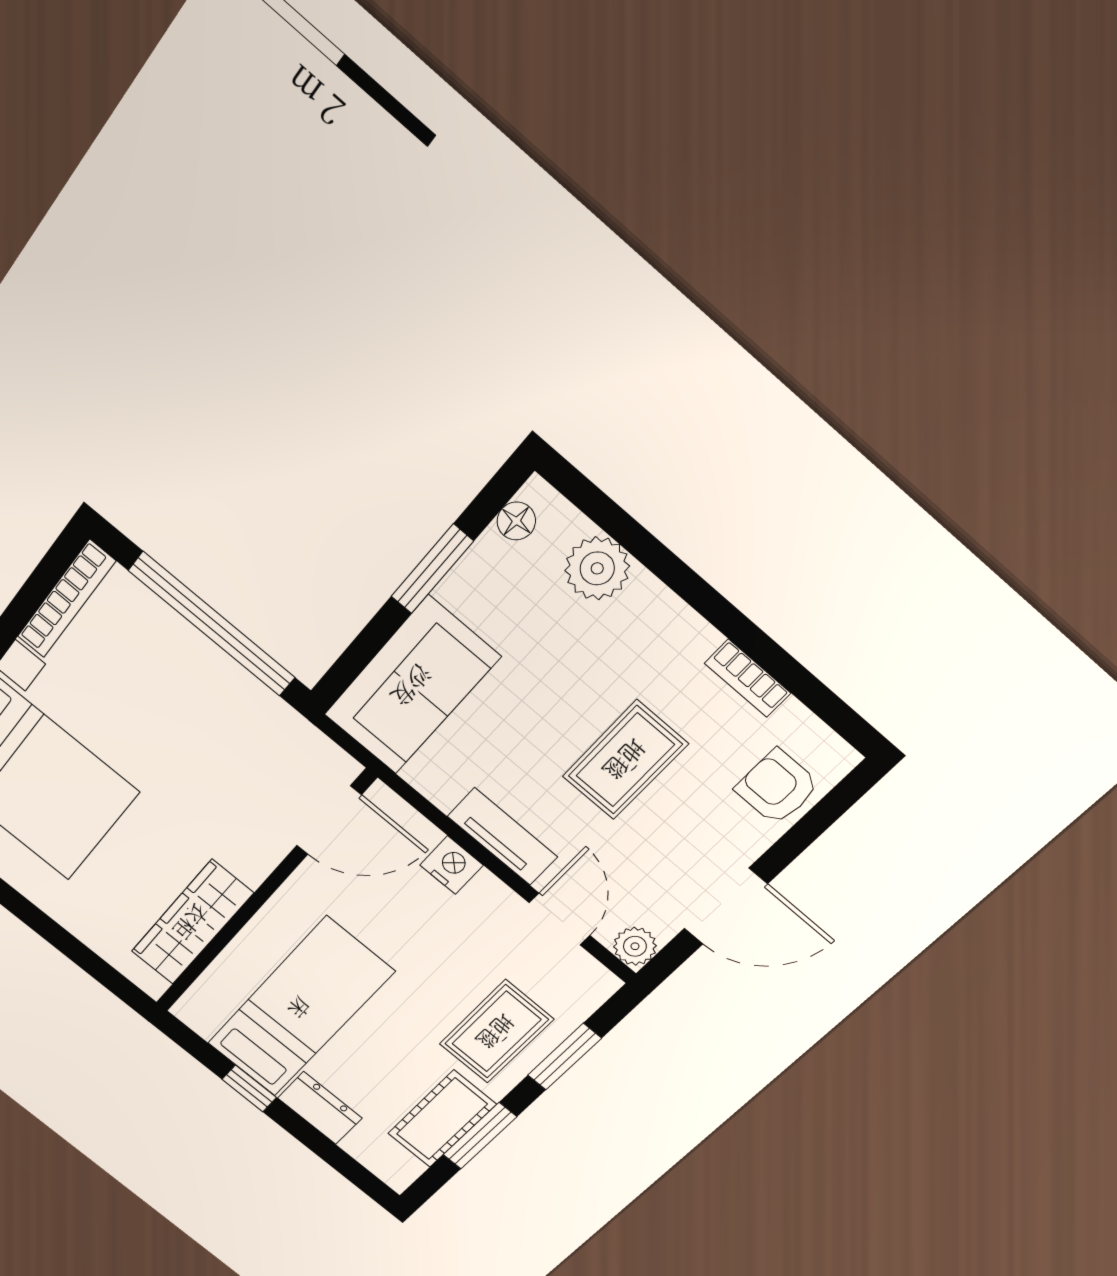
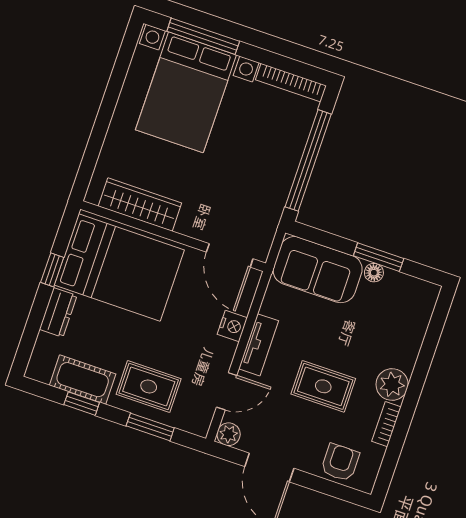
floor lamp: (516, 521) -> (374, 273), moved
plant: (597, 568) -> (392, 385), moved
bed: (300, 1008) -> (119, 268), width x1.50
window: (480, 1136) -> (82, 404), width x0.67

